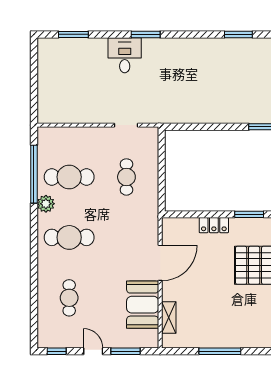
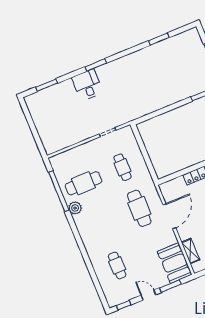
cafe table: (69, 237) -> (139, 208), moved, turned 90
booth: (143, 305) -> (175, 263), moved

